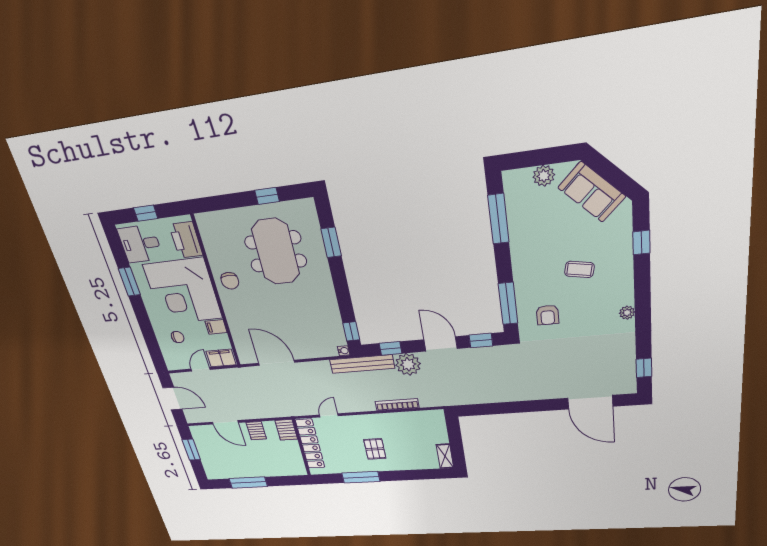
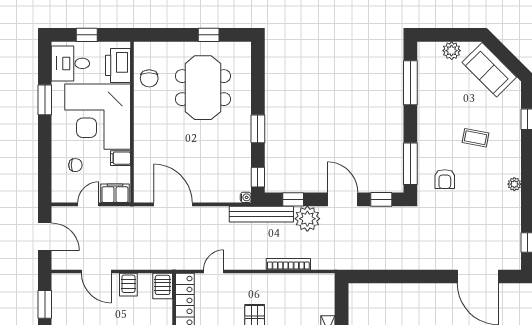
window: (331, 242) -> (258, 129), moved
chair: (230, 281) -> (149, 78), moved

